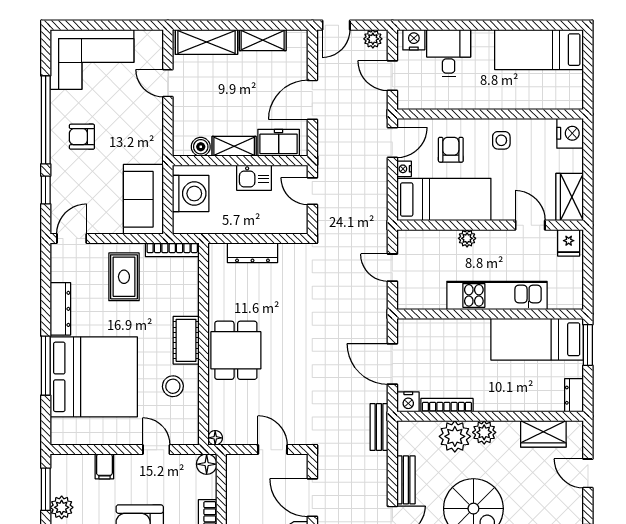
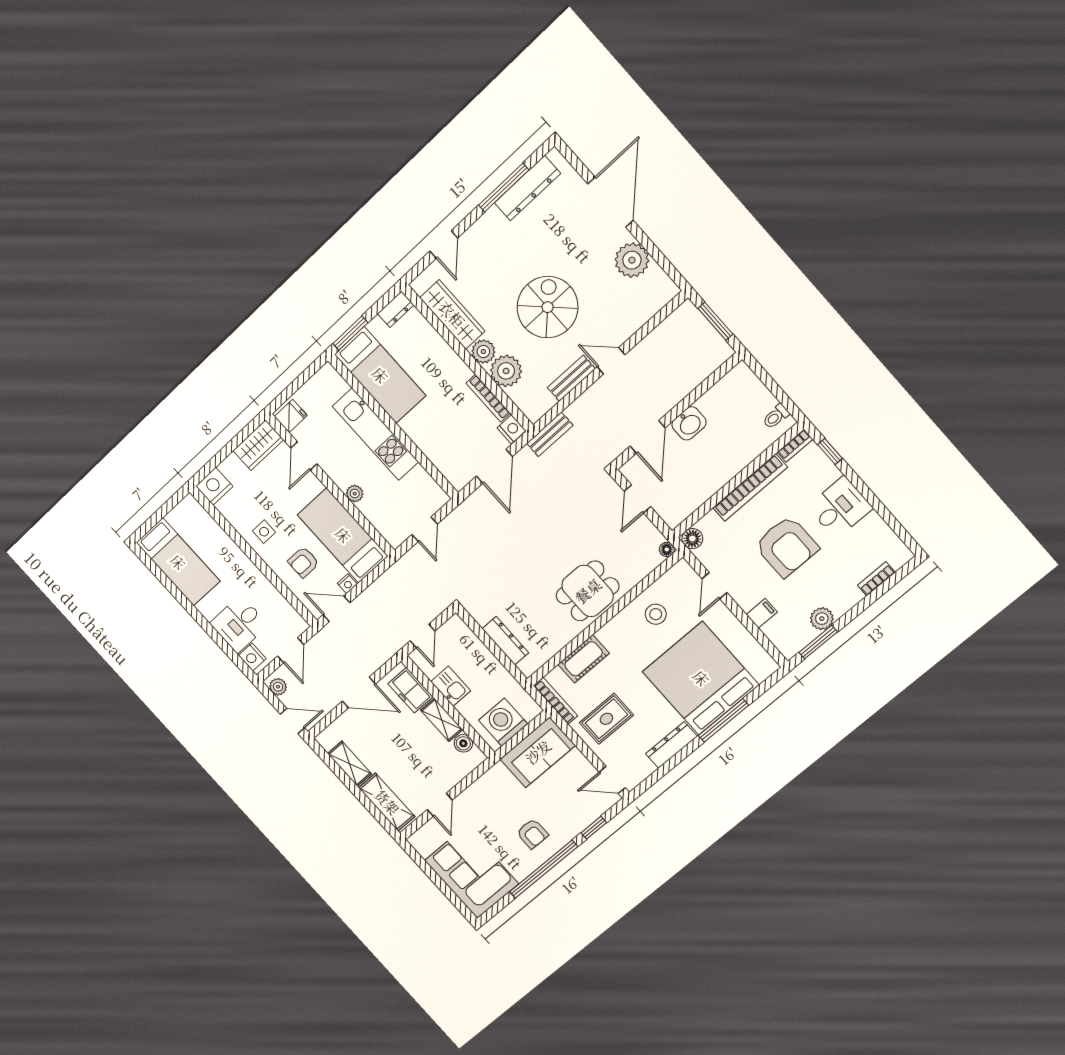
cot: (186, 340) -> (584, 659), moved
wardrobe: (543, 434) -> (452, 314), width x1.50

